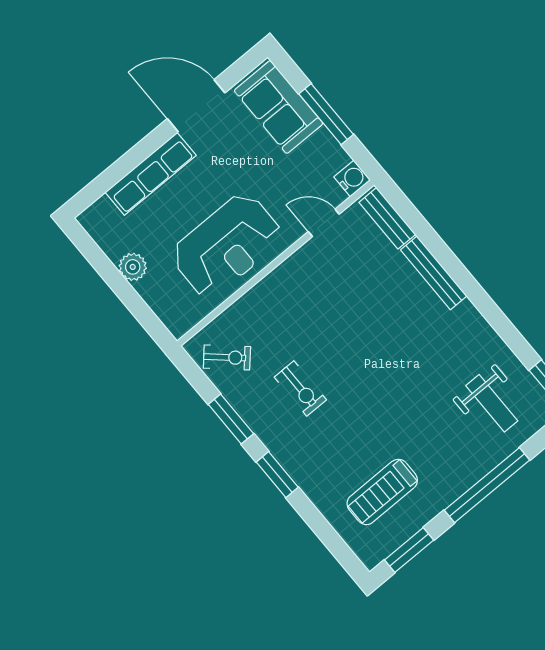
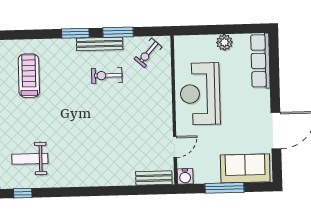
row of seats: (151, 174) -> (260, 61), moved
bench: (434, 273) -> (100, 44), moved

